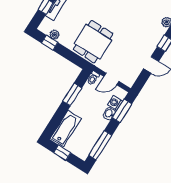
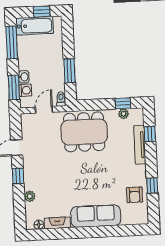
dining table: (93, 42) -> (84, 132), width x1.38
bathtub: (66, 129) -> (35, 26), moved, turned -90

